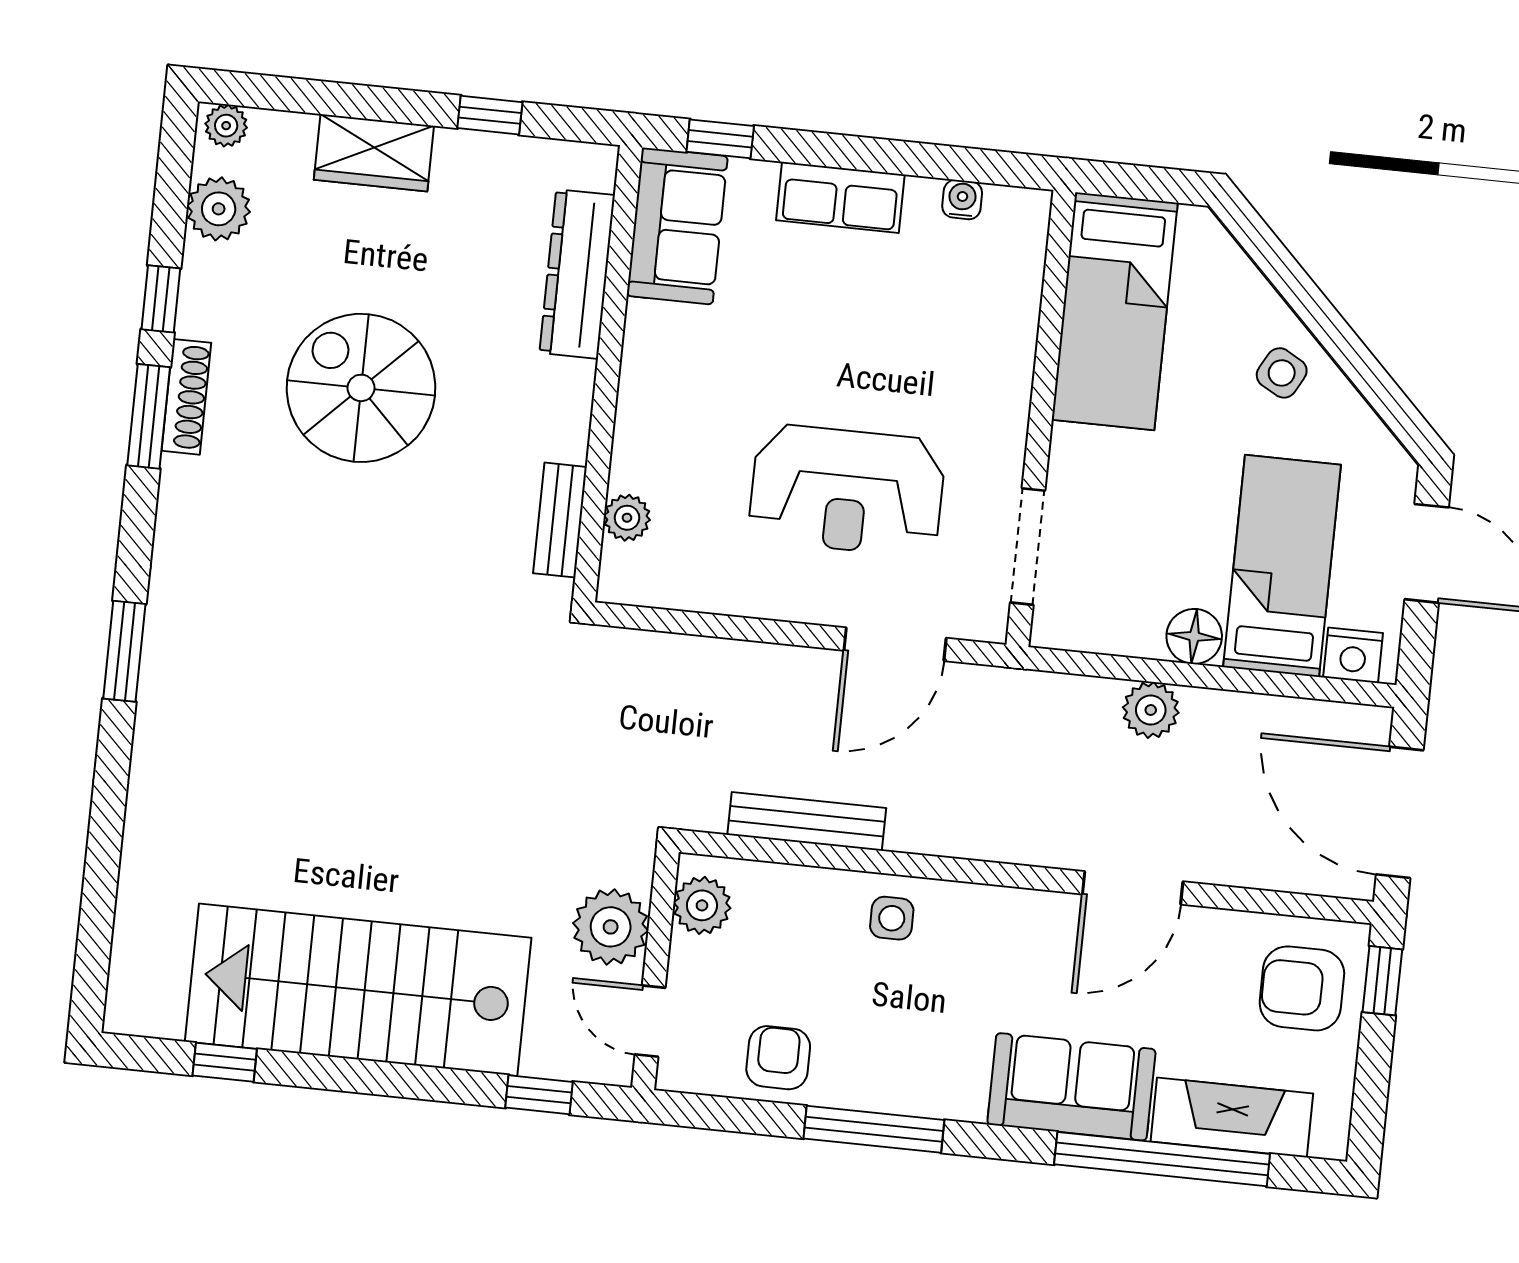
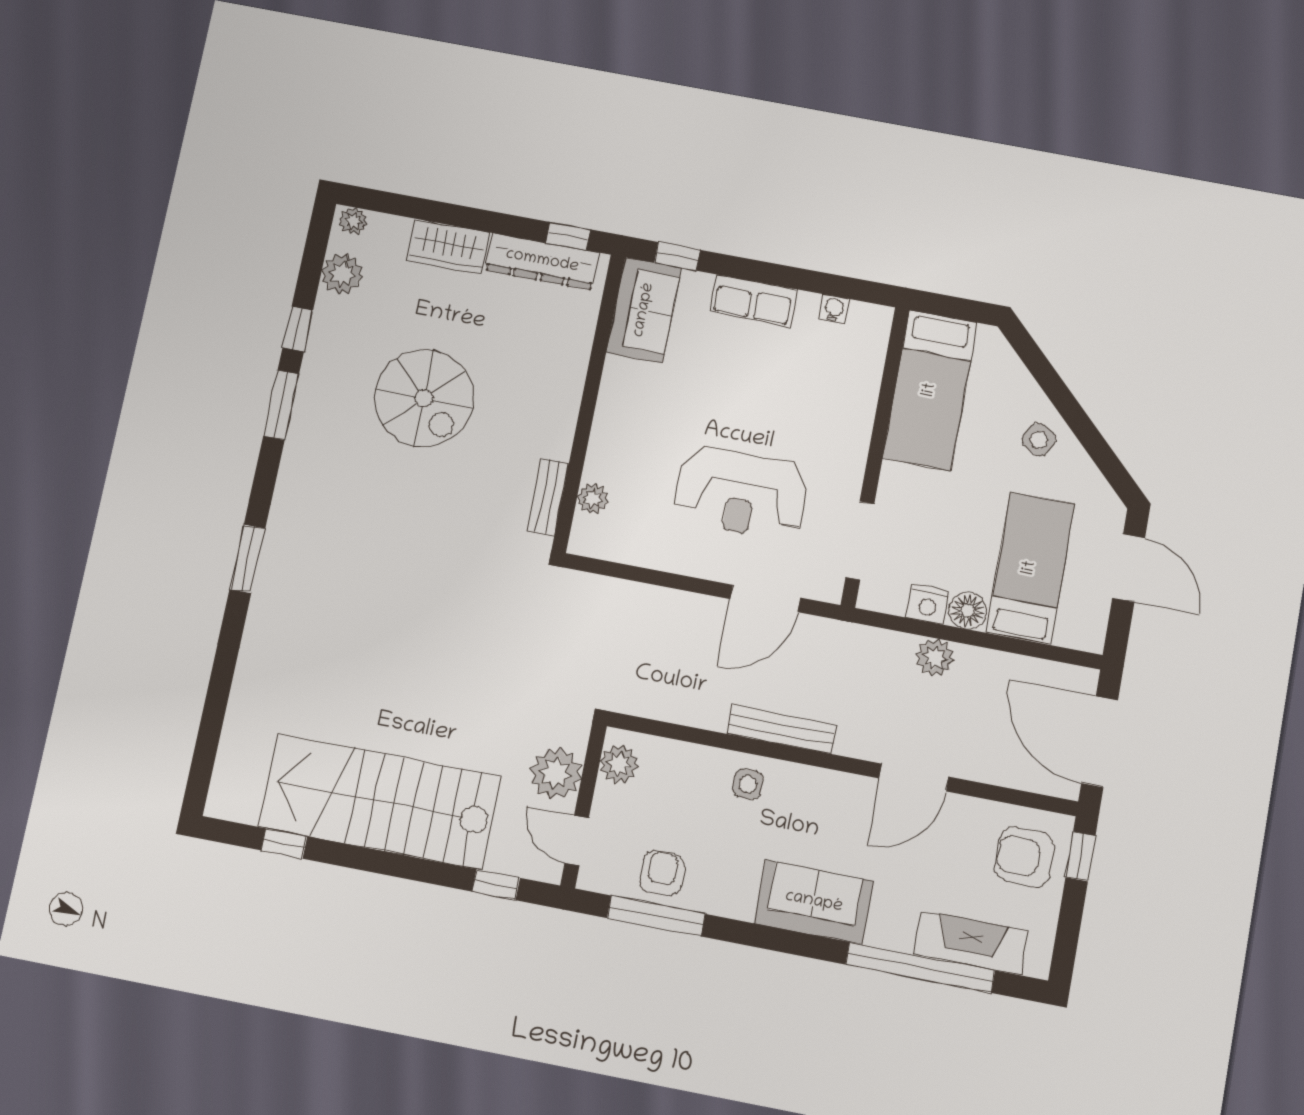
window: (490, 115) -> (568, 236), moved
dresser: (577, 274) -> (542, 261), moved, turned -90
spiral stairs: (361, 388) -> (424, 398), turned 180
shoe rack: (186, 397) -> (308, 394), removed
nightstand: (1353, 655) -> (928, 604), moved
bench: (807, 821) -> (781, 729), moved
sofa: (1071, 1087) -> (814, 902), moved
window: (874, 1129) -> (656, 916), moved

